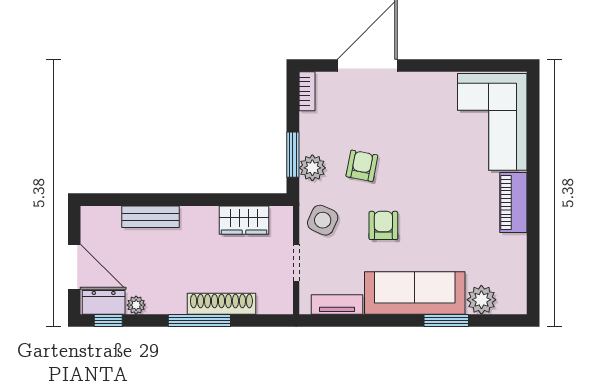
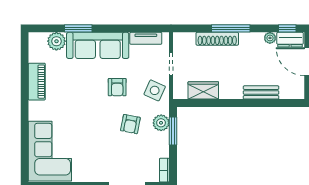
piano: (513, 202) -> (37, 82), moved

